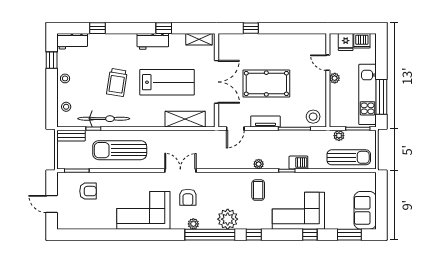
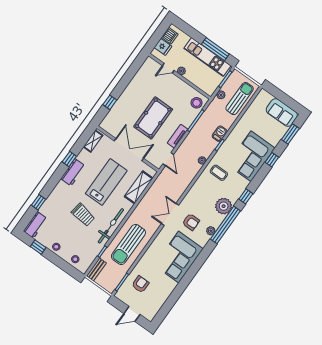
bicycle: (104, 119) -> (111, 226), moved

